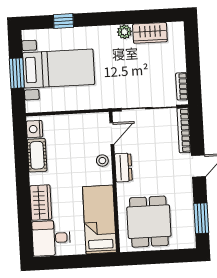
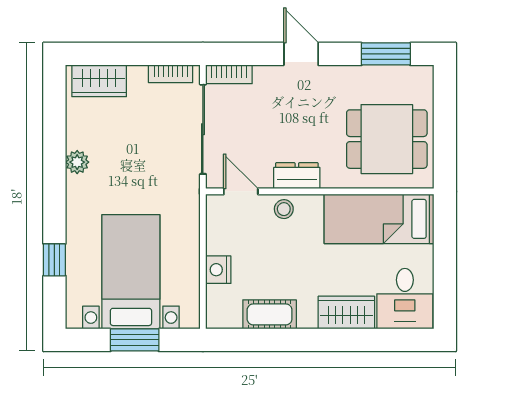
wardrobe: (150, 33) -> (99, 81), moved, turned 90
nightstand: (34, 129) -> (218, 270), moved, turned 90
bookcase: (184, 130) -> (229, 74), width x0.64

